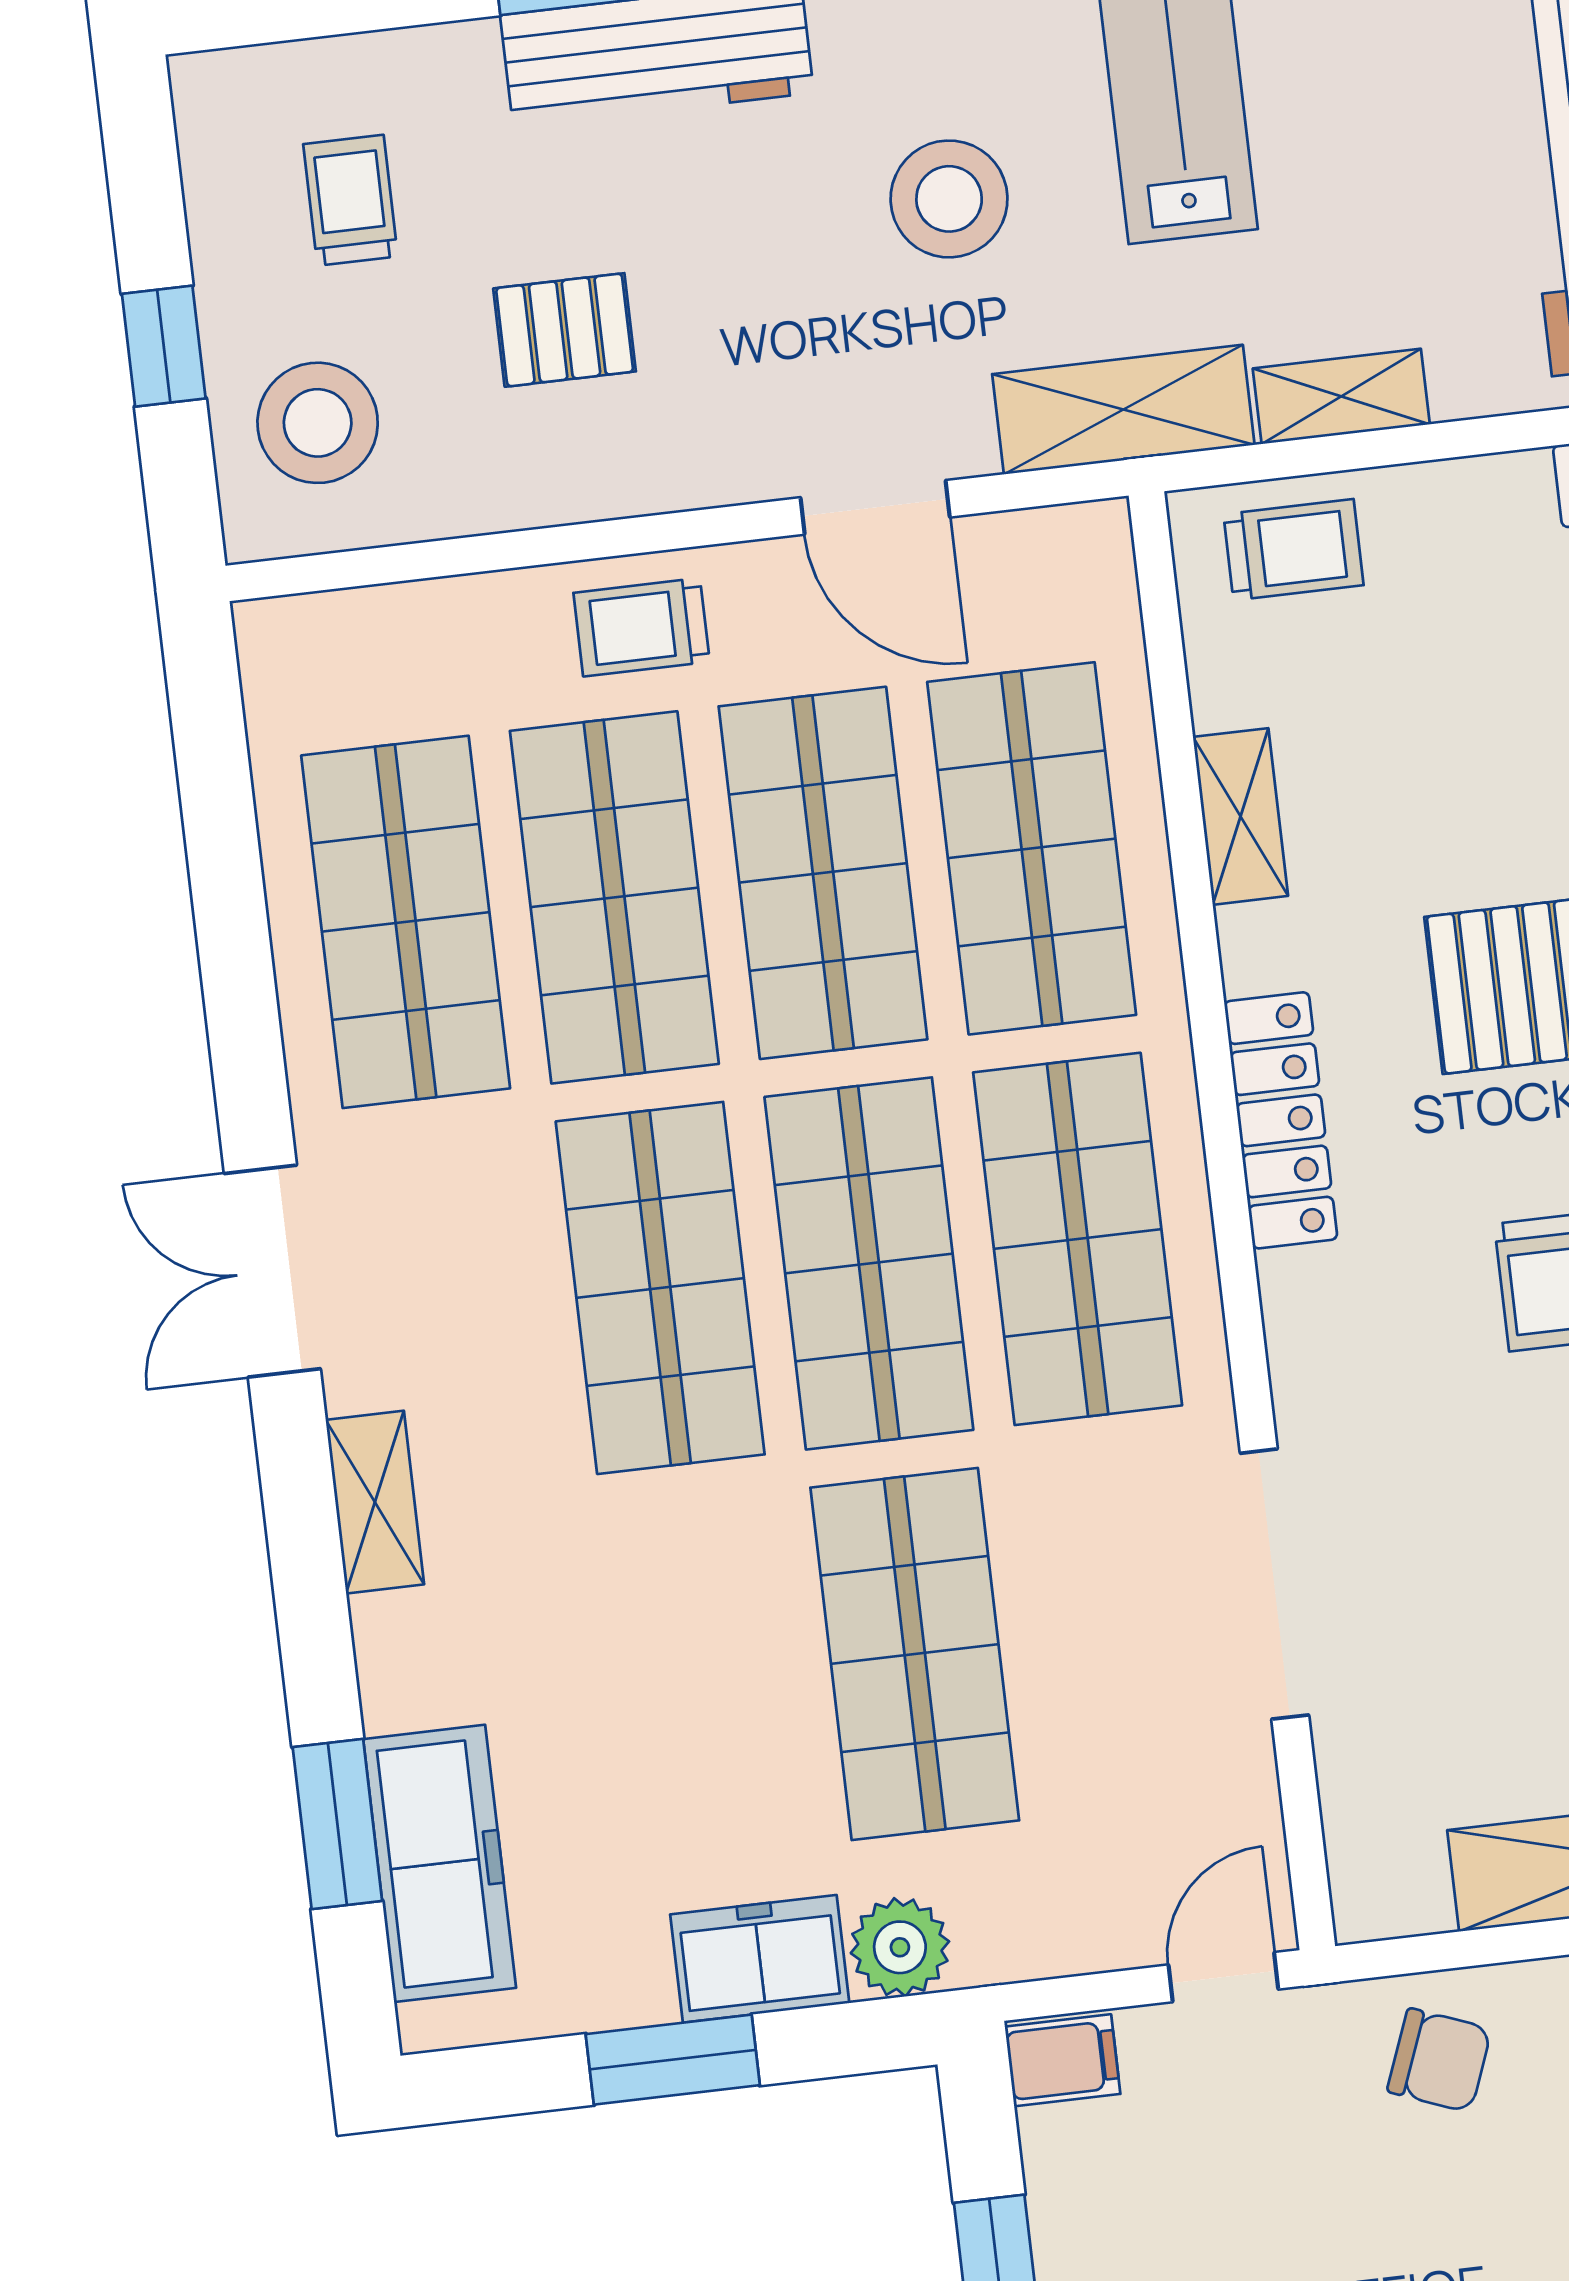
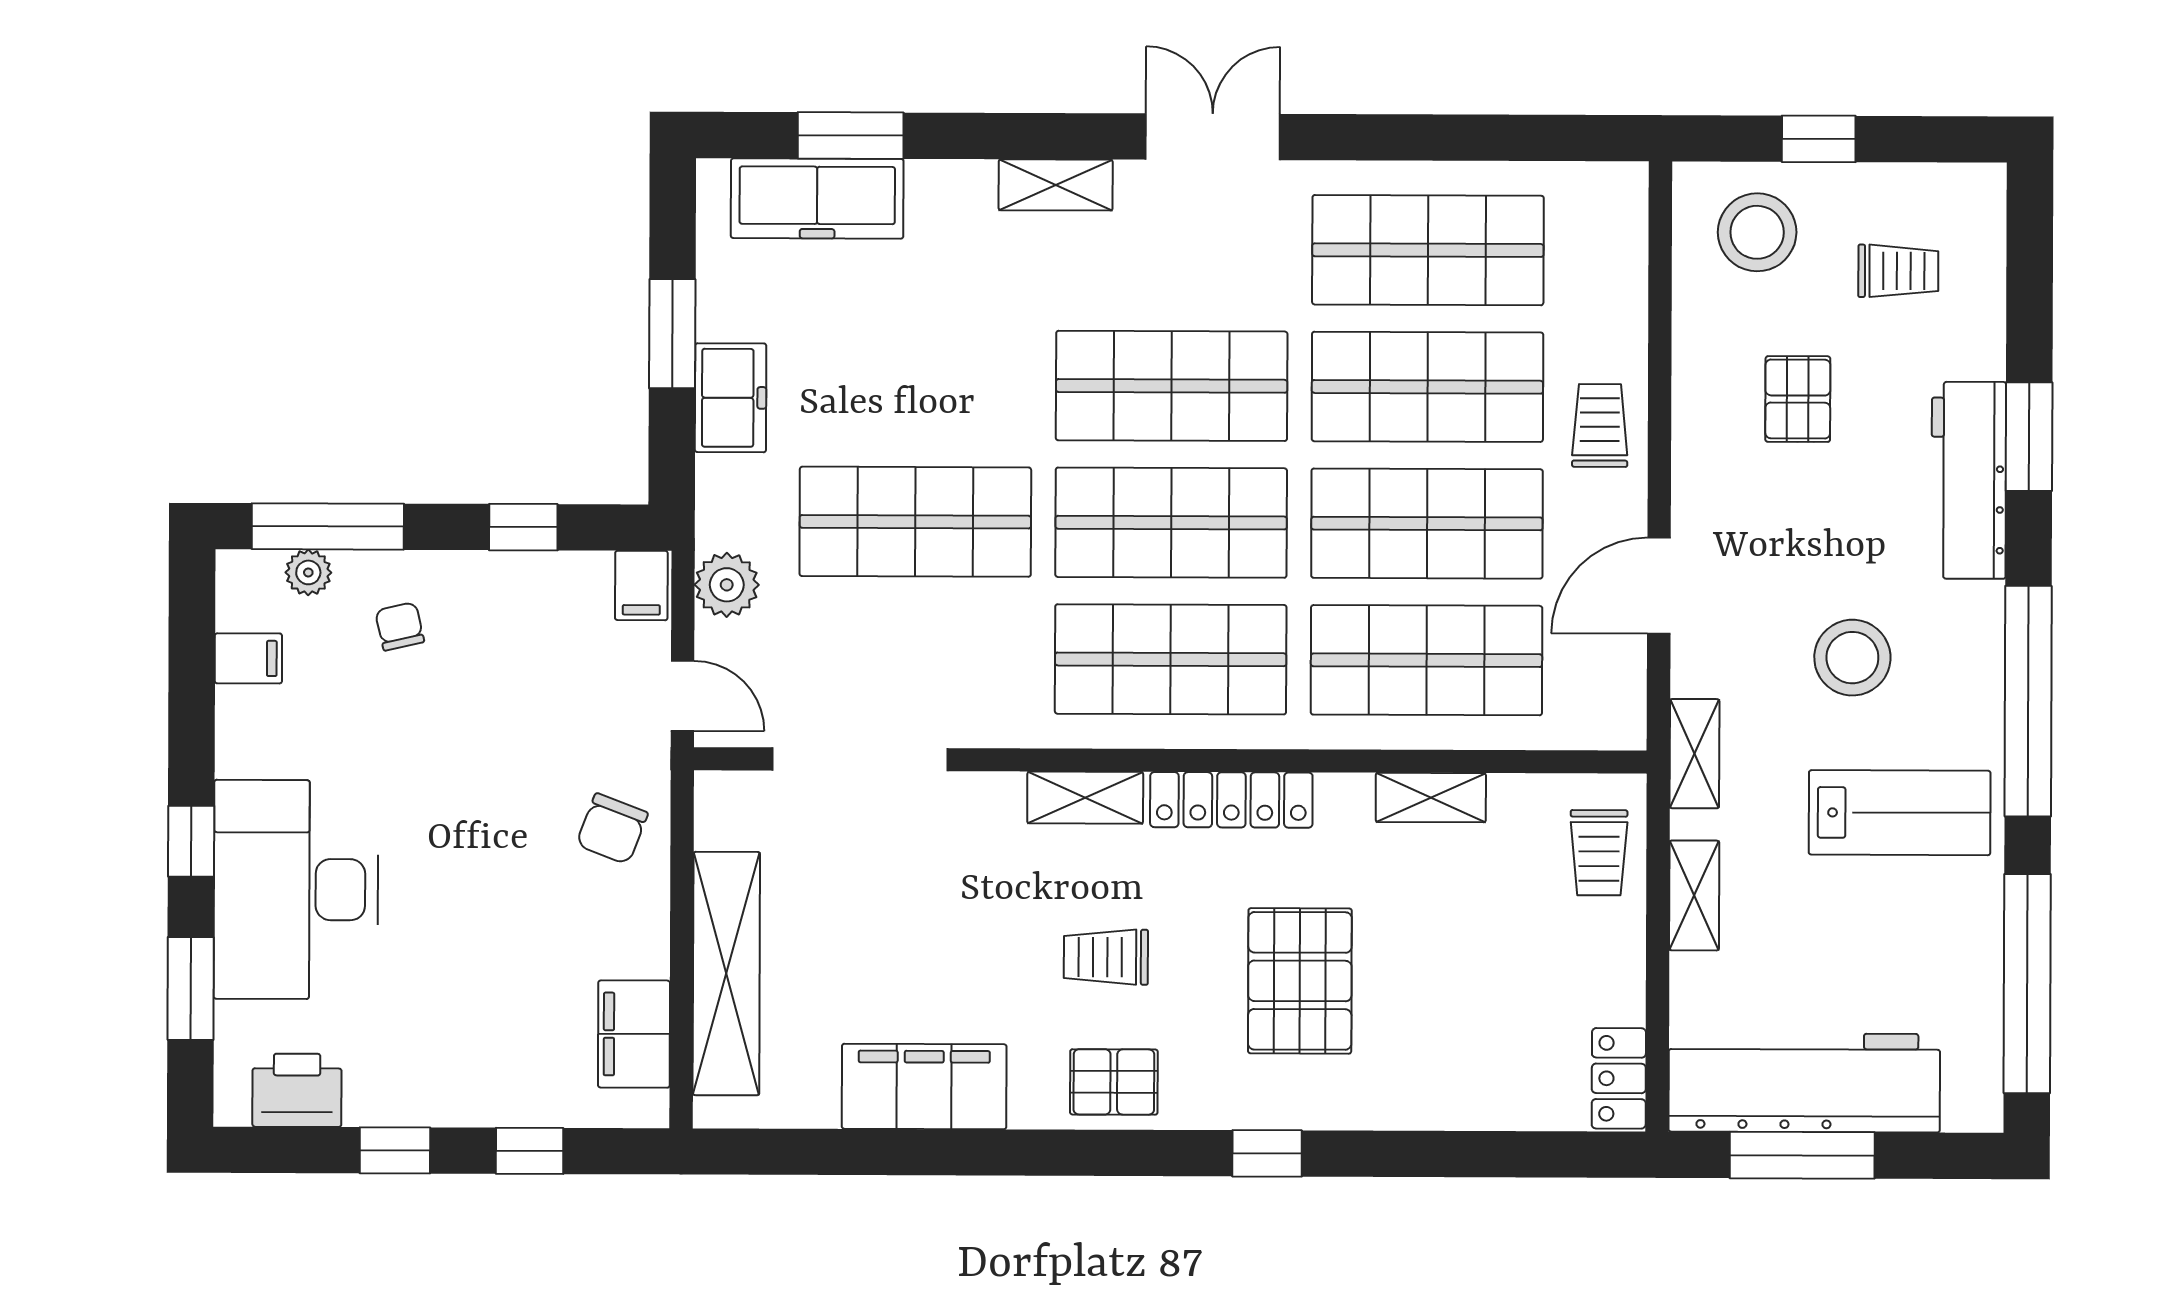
shelving: (1123, 410) -> (1695, 754), width x0.67, depth x0.75
shelving: (1304, 1344) -> (1085, 798), added
doorway: (1274, 1584) -> (860, 759), moved
plant: (900, 1947) -> (727, 585), moved

